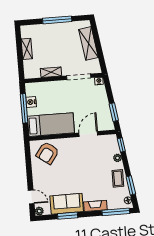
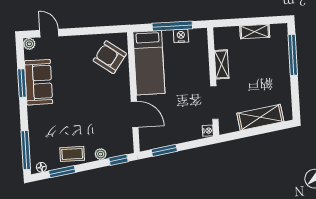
window: (57, 20) -> (293, 55), moved
door: (31, 197) -> (49, 33), swing flipped
fireplace: (95, 206) -> (35, 122), removed

